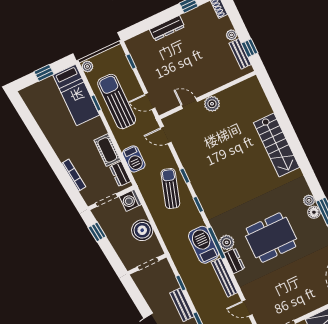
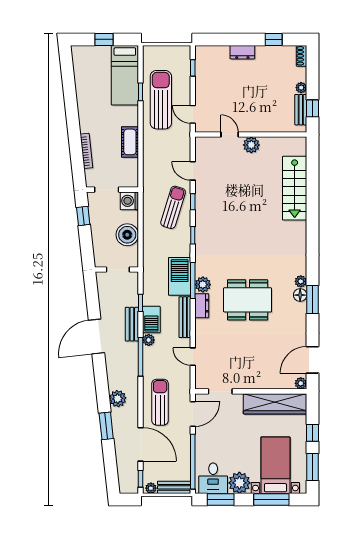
dresser: (167, 28) -> (242, 52), width x0.70
plant: (87, 66) -> (149, 340), moved
door: (166, 135) -> (193, 171), moved
stairs: (277, 145) -> (295, 188), moved
barbecue: (134, 159) -> (151, 320), moved
dresser: (120, 174) -> (132, 171), removed

